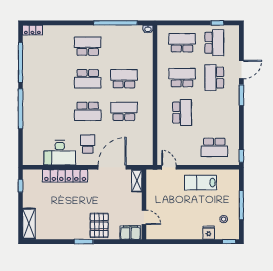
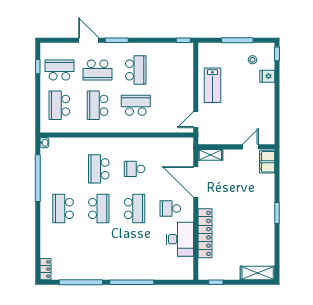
school desk: (124, 111) -> (135, 169), width x0.54
school desk: (214, 147) -> (136, 70), moved
pallet: (99, 225) -> (259, 196), removed

